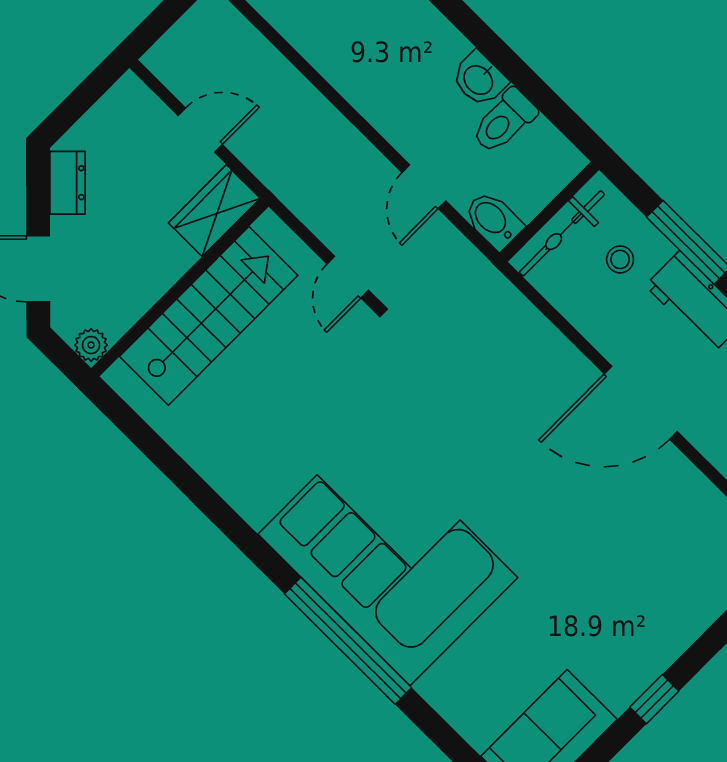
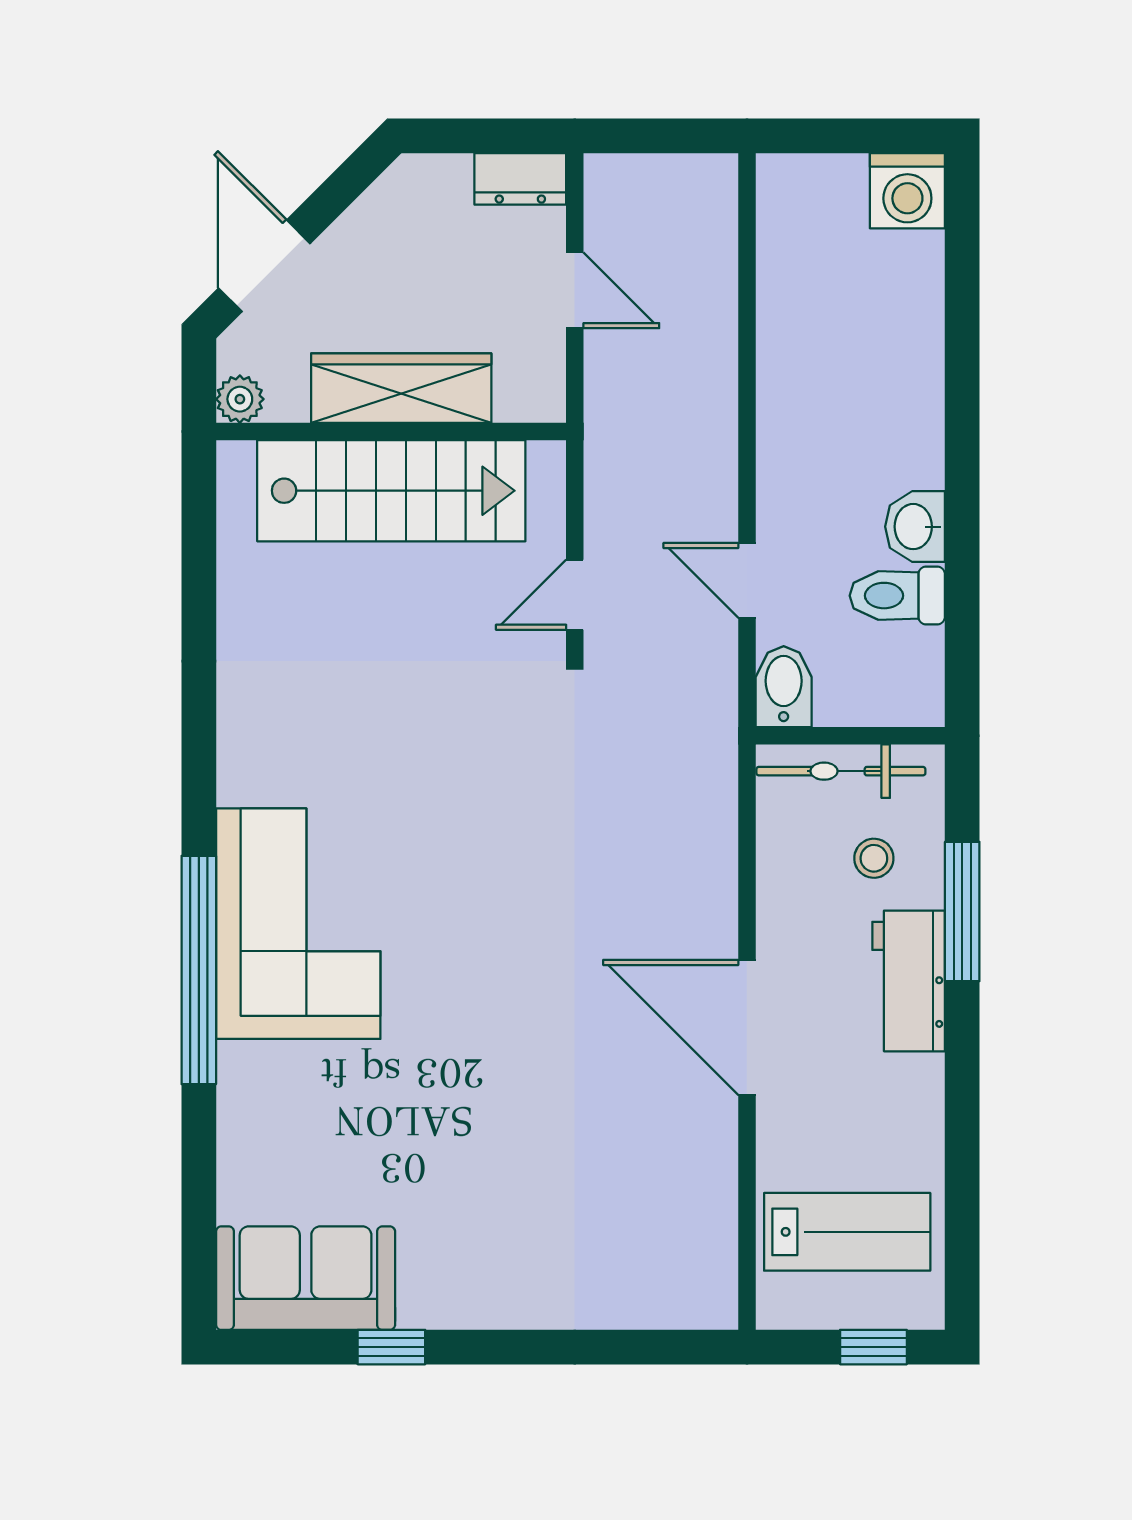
dresser: (68, 183) -> (520, 179), moved, turned 45
door: (424, 187) -> (747, 580), hinge flipped
wardrobe: (214, 211) -> (401, 388), moved, width x1.50
corner sofa: (388, 556) -> (298, 924), width x0.73, depth x0.74
window: (654, 699) -> (391, 1347), moved

